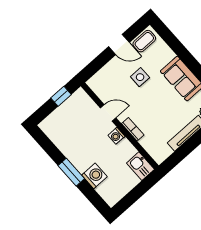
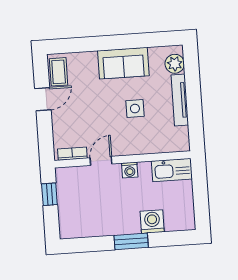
side table: (140, 77) -> (135, 109), moved
bookcase: (133, 129) -> (72, 154), moved
kitchen sink: (140, 166) -> (172, 170), width x1.38

